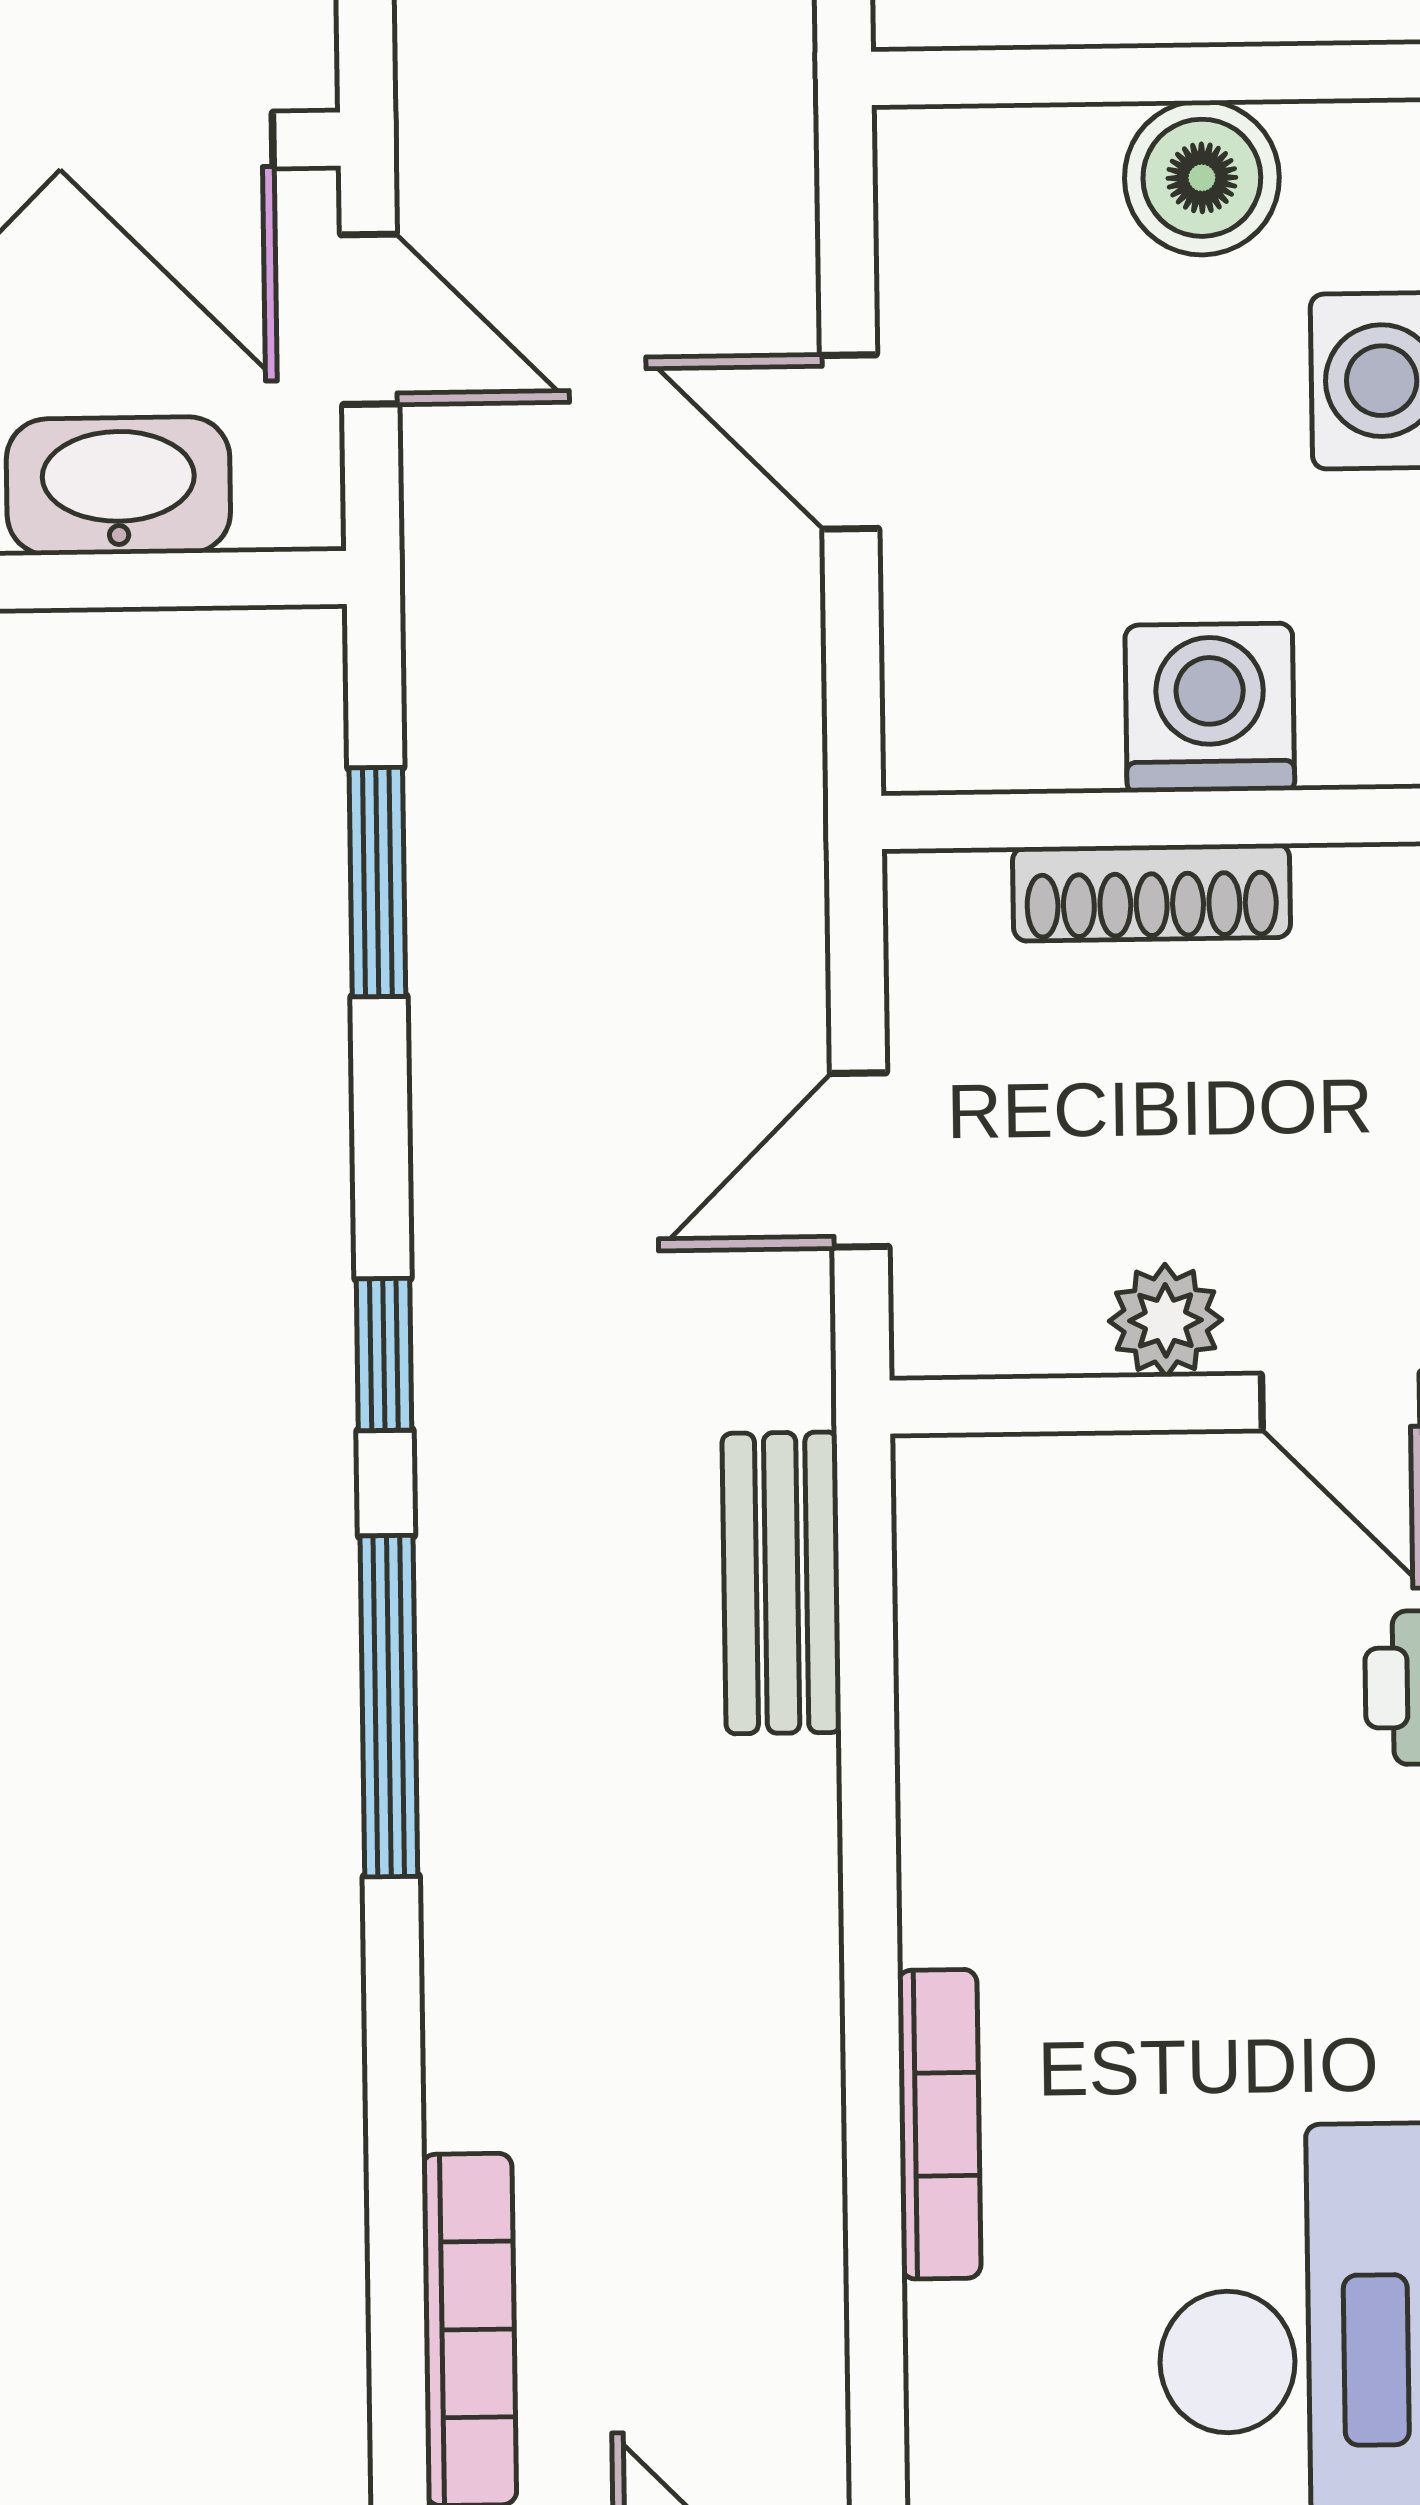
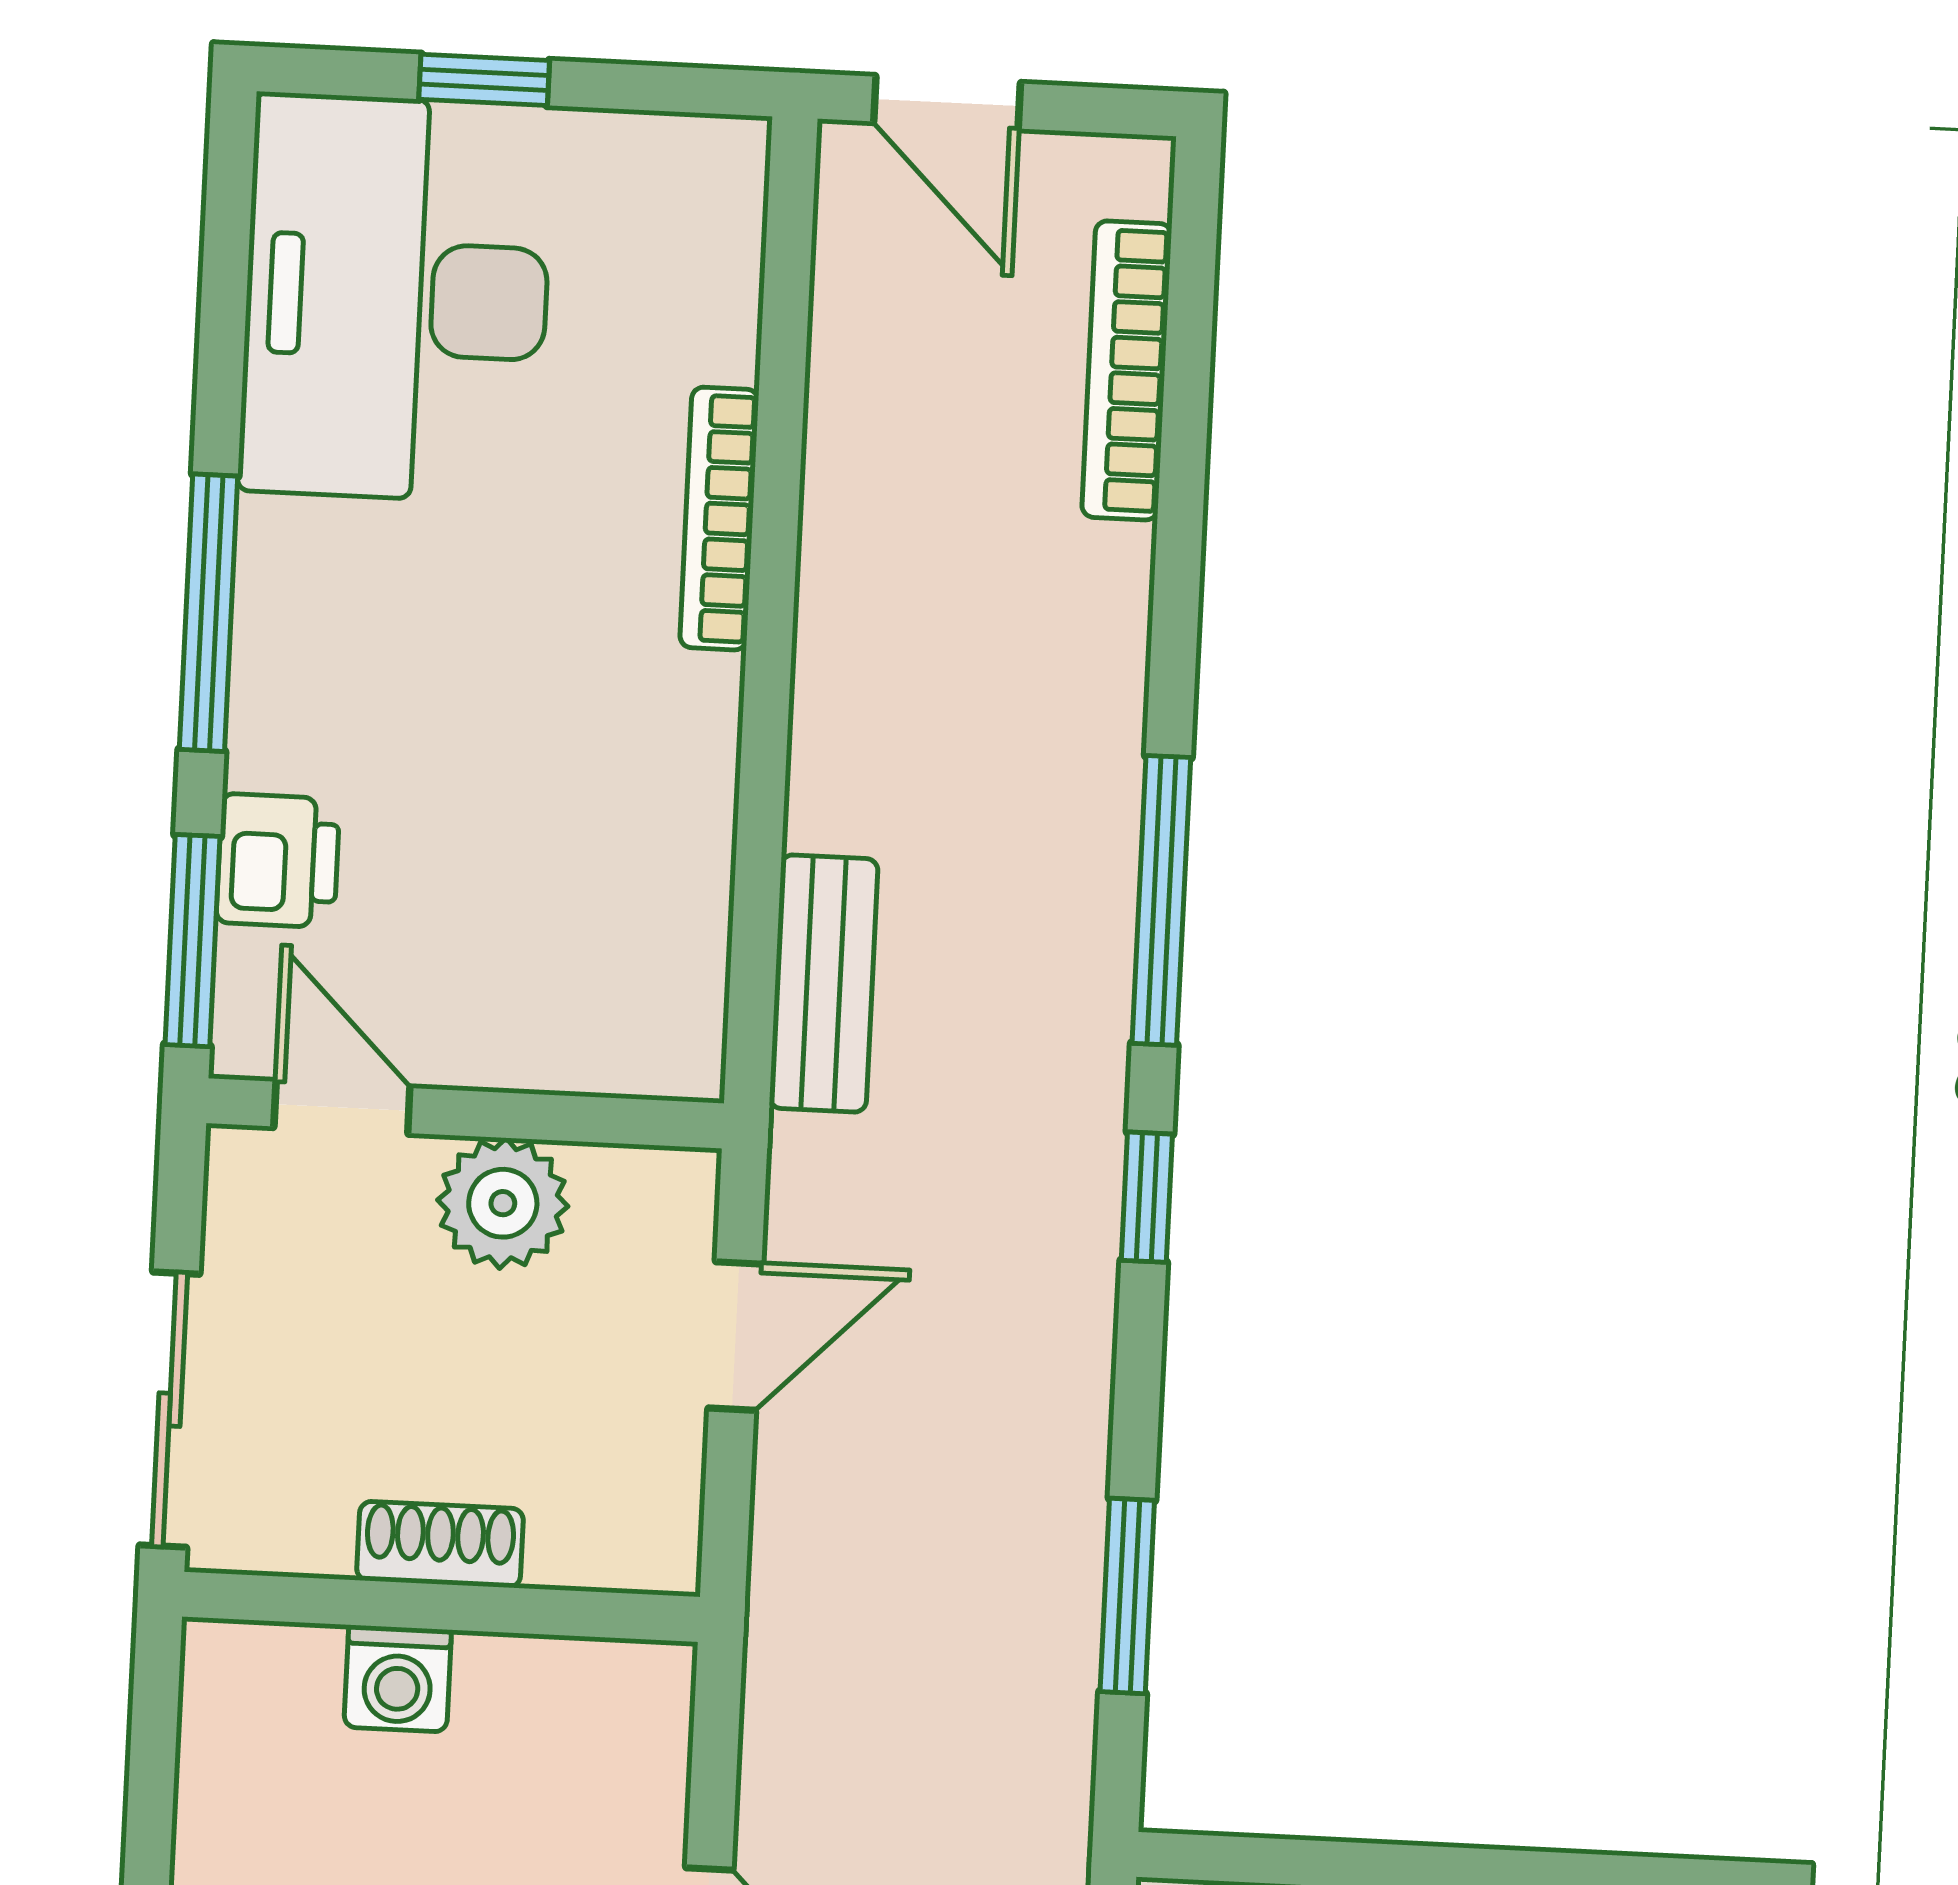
washing machine: (1210, 708) -> (398, 1679), width x0.73, depth x0.73
shoe rack: (1151, 892) -> (440, 1544), width x0.70
plant: (1166, 1320) -> (503, 1203), width x1.38, depth x1.38

